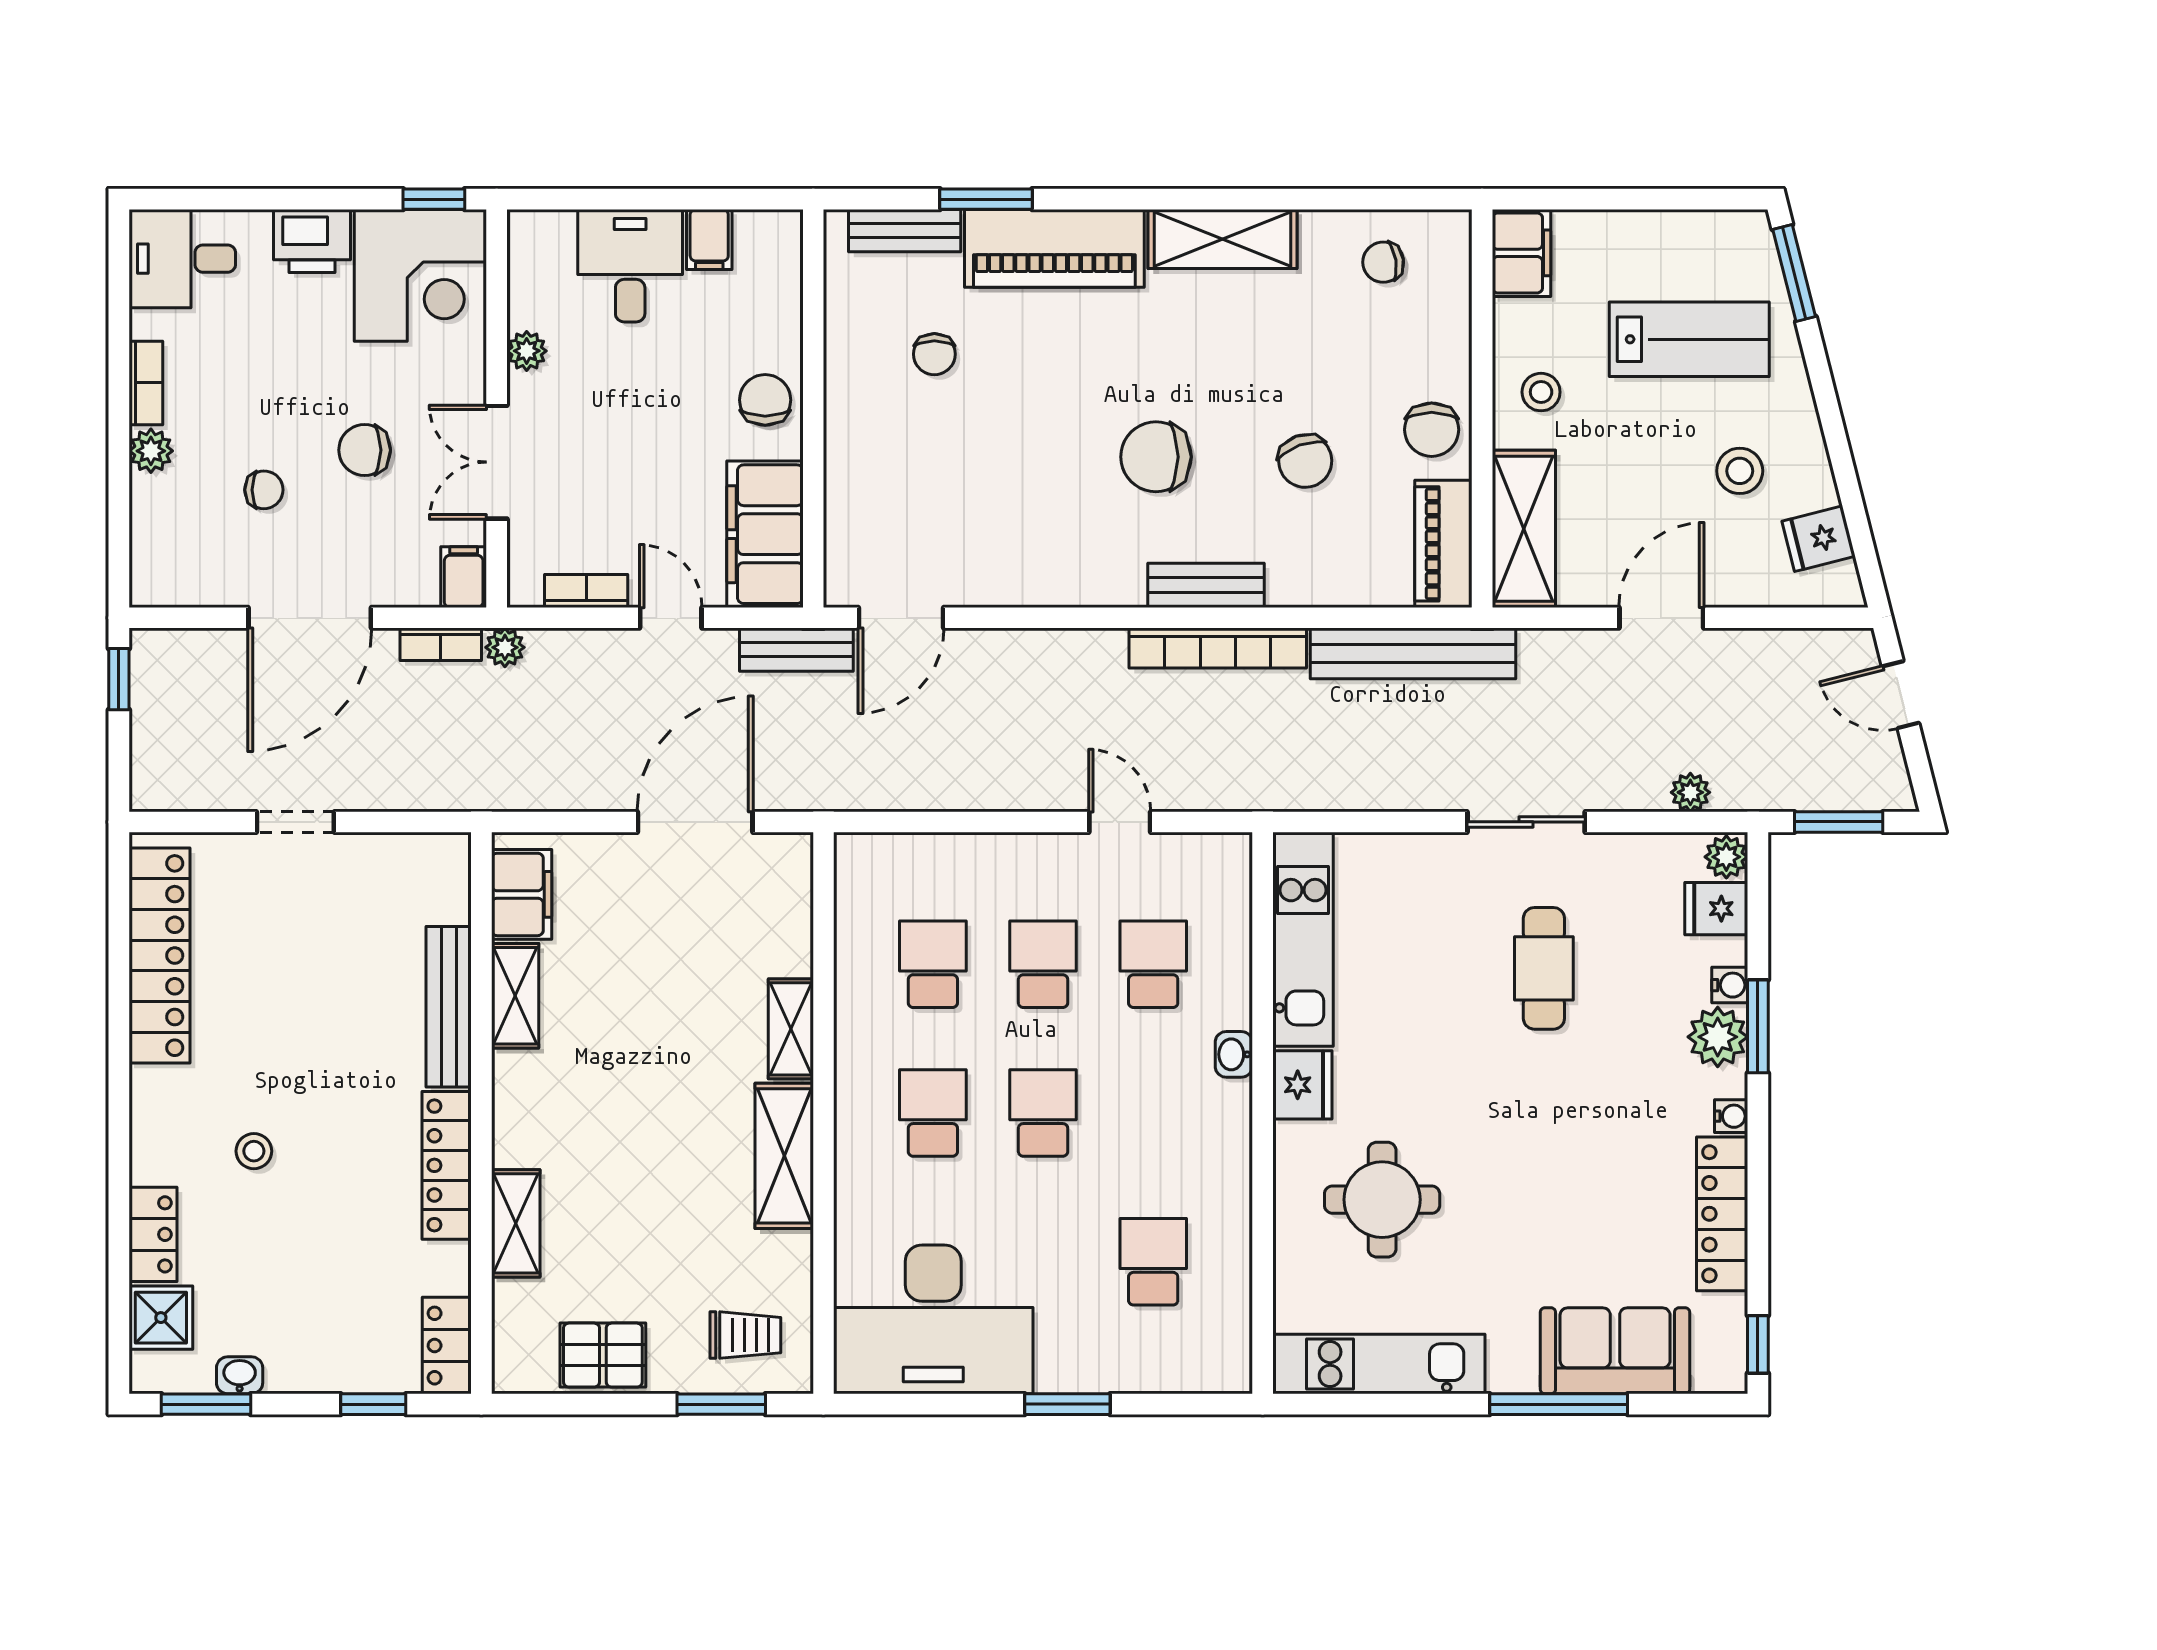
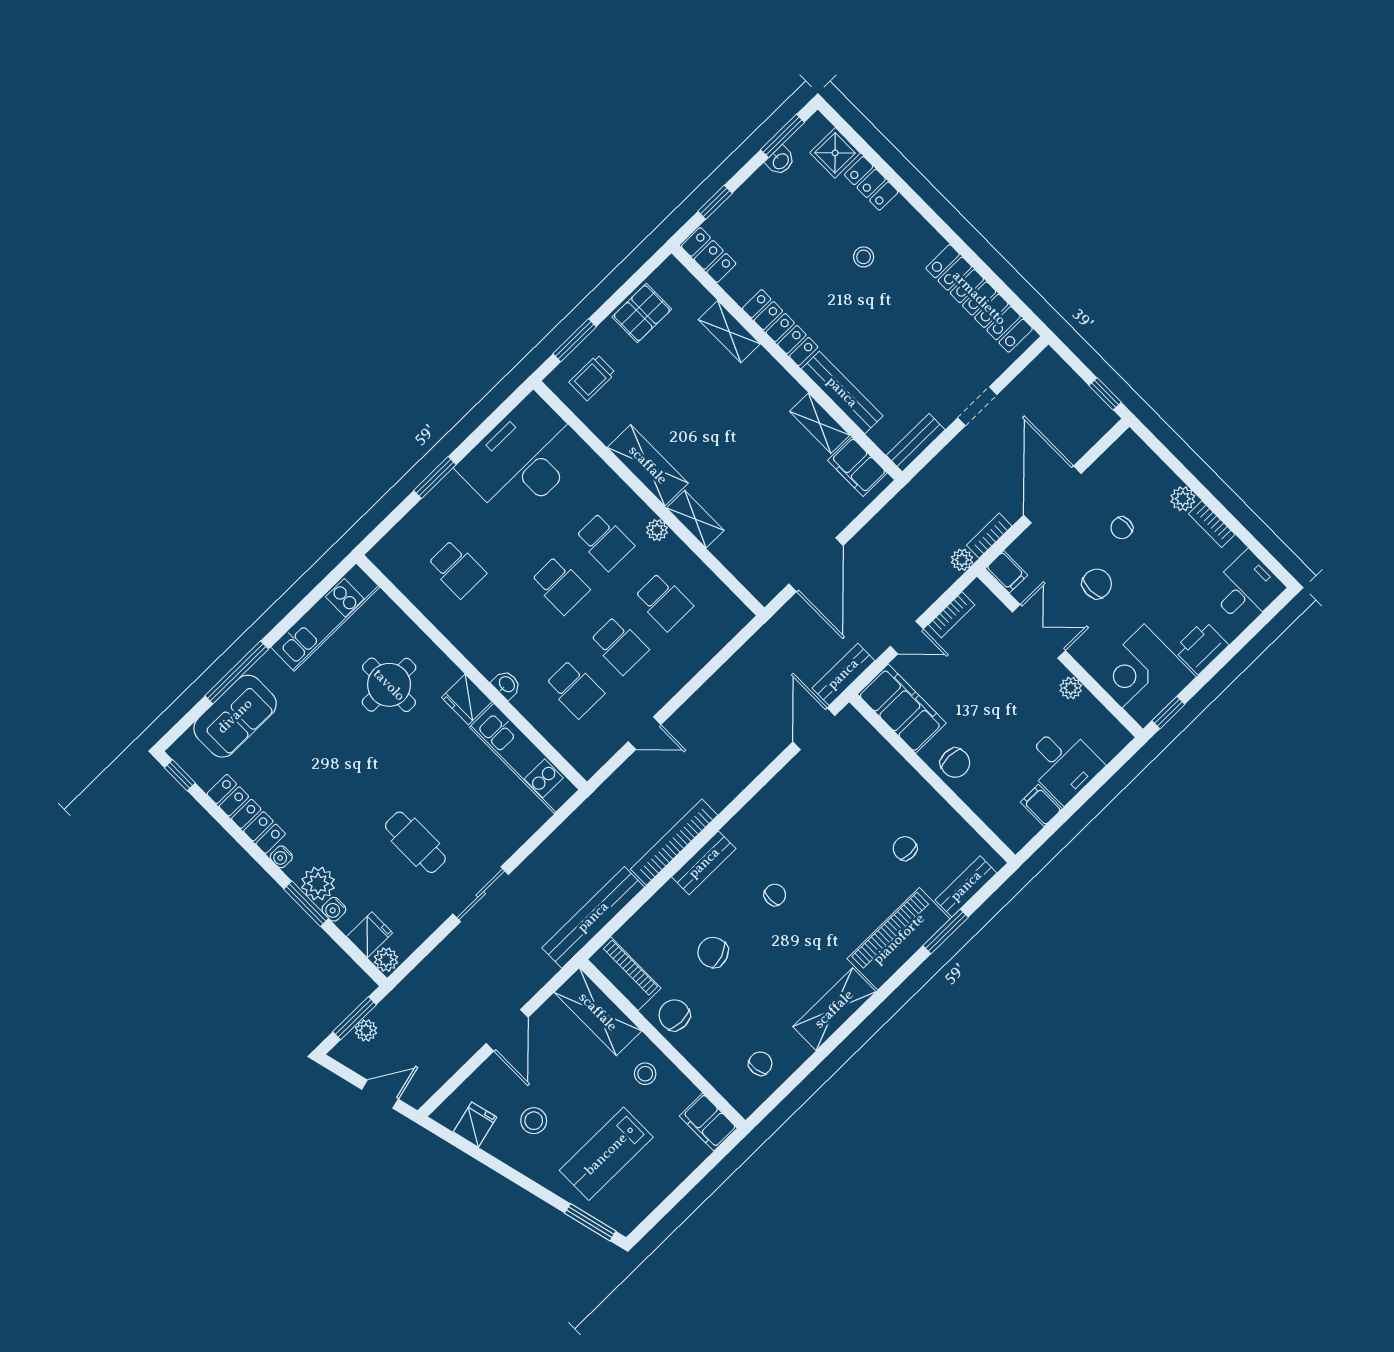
chair: (1156, 457) -> (775, 895), width x0.54, depth x0.54
plant: (1690, 792) -> (366, 1030), moved
bench: (418, 852) -> (916, 443), added
plant: (853, 1063) -> (657, 530), added

